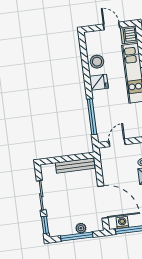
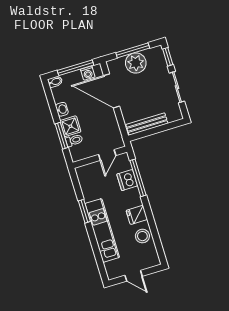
dishwasher: (129, 35) -> (127, 180), moved, turned 180
plant: (81, 228) -> (136, 63), width x1.88, depth x1.88

